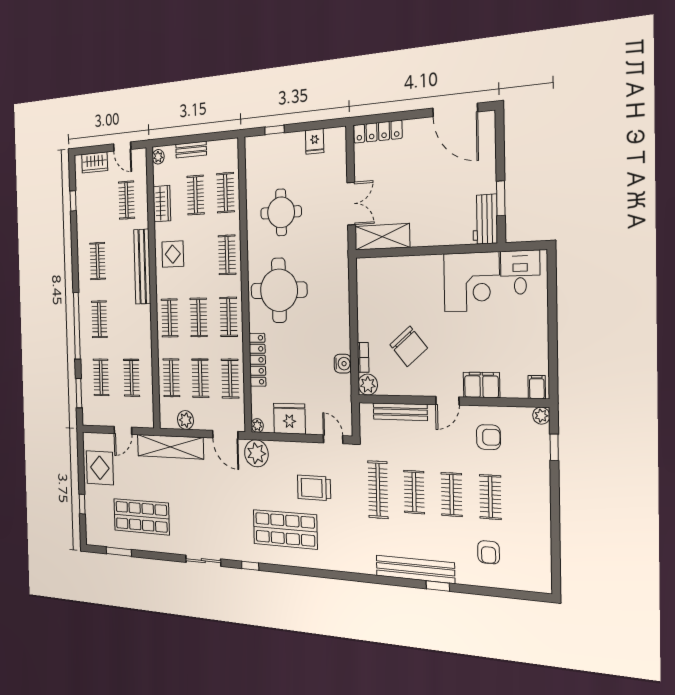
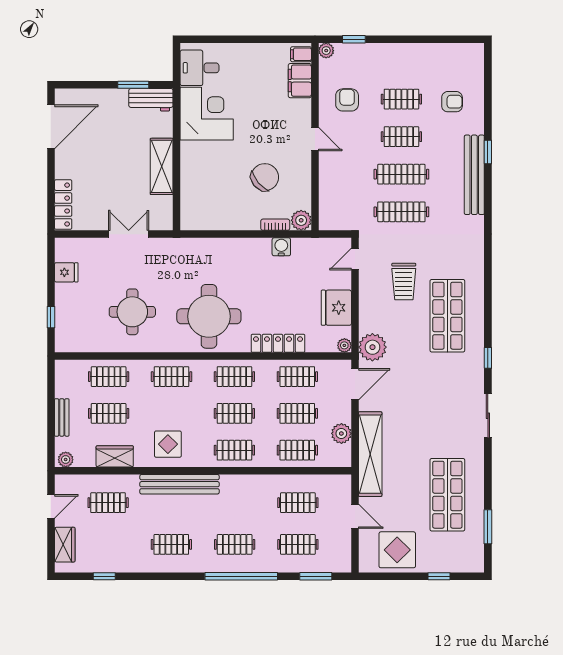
shelving: (382, 237) -> (162, 166), moved
filing cabinet: (481, 385) -> (300, 81), moved
bench: (400, 412) -> (326, 187), removed
clothes rail: (414, 492) -> (401, 174), width x1.36

